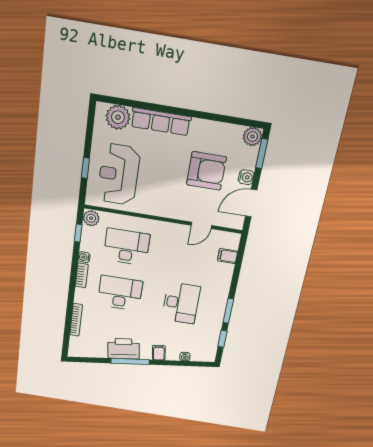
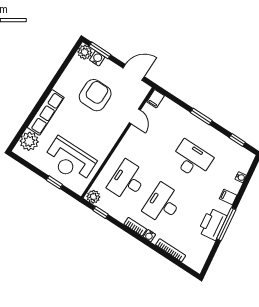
water cooler: (246, 177) -> (97, 58), moved
door: (251, 203) -> (134, 72), swing flipped
filing cabinet: (228, 256) -> (156, 99), moved
water cooler: (84, 257) -> (149, 236), moved
window: (228, 311) -> (201, 116), moved

